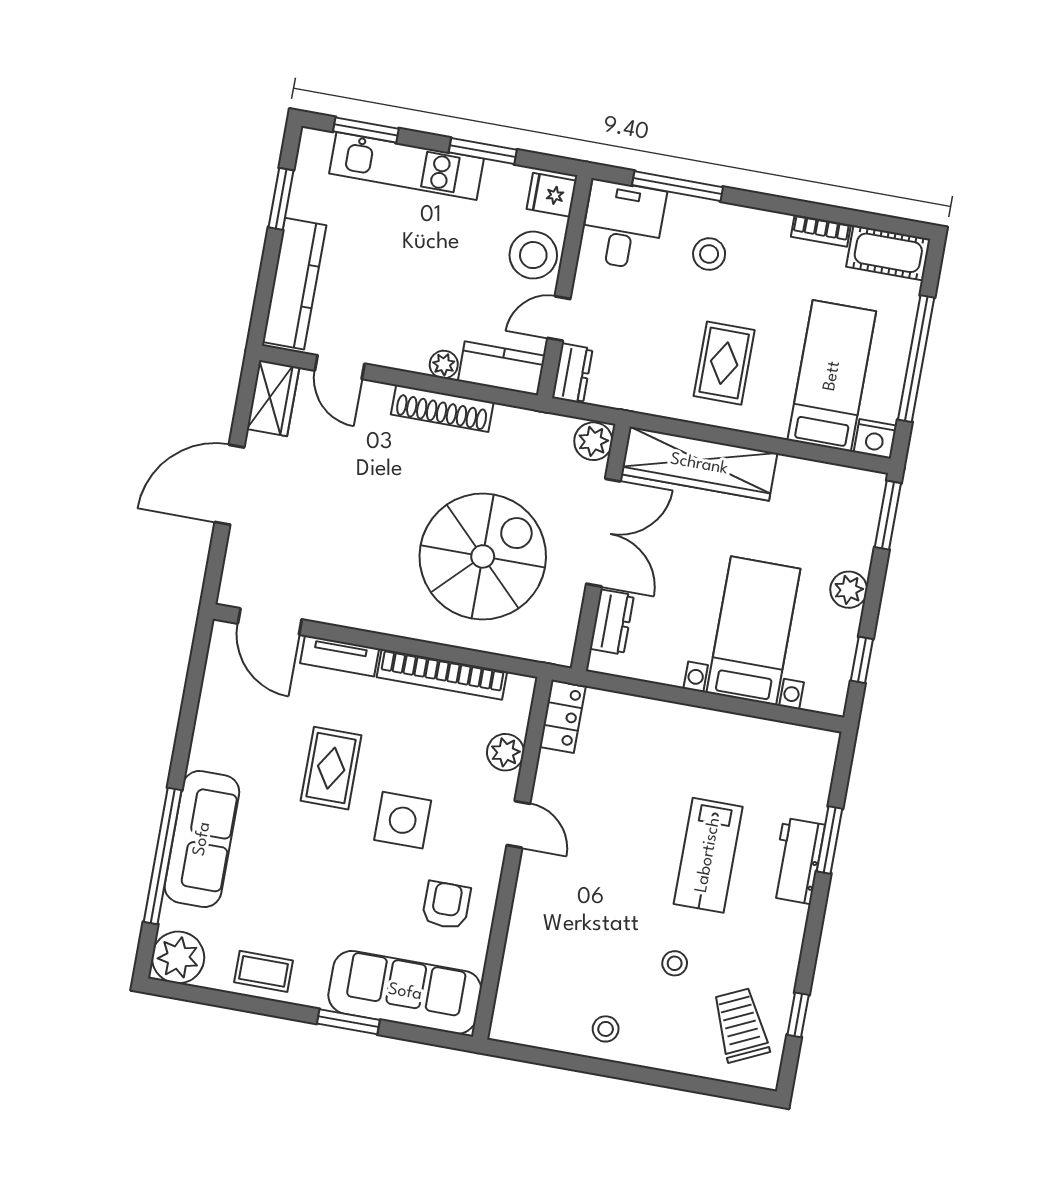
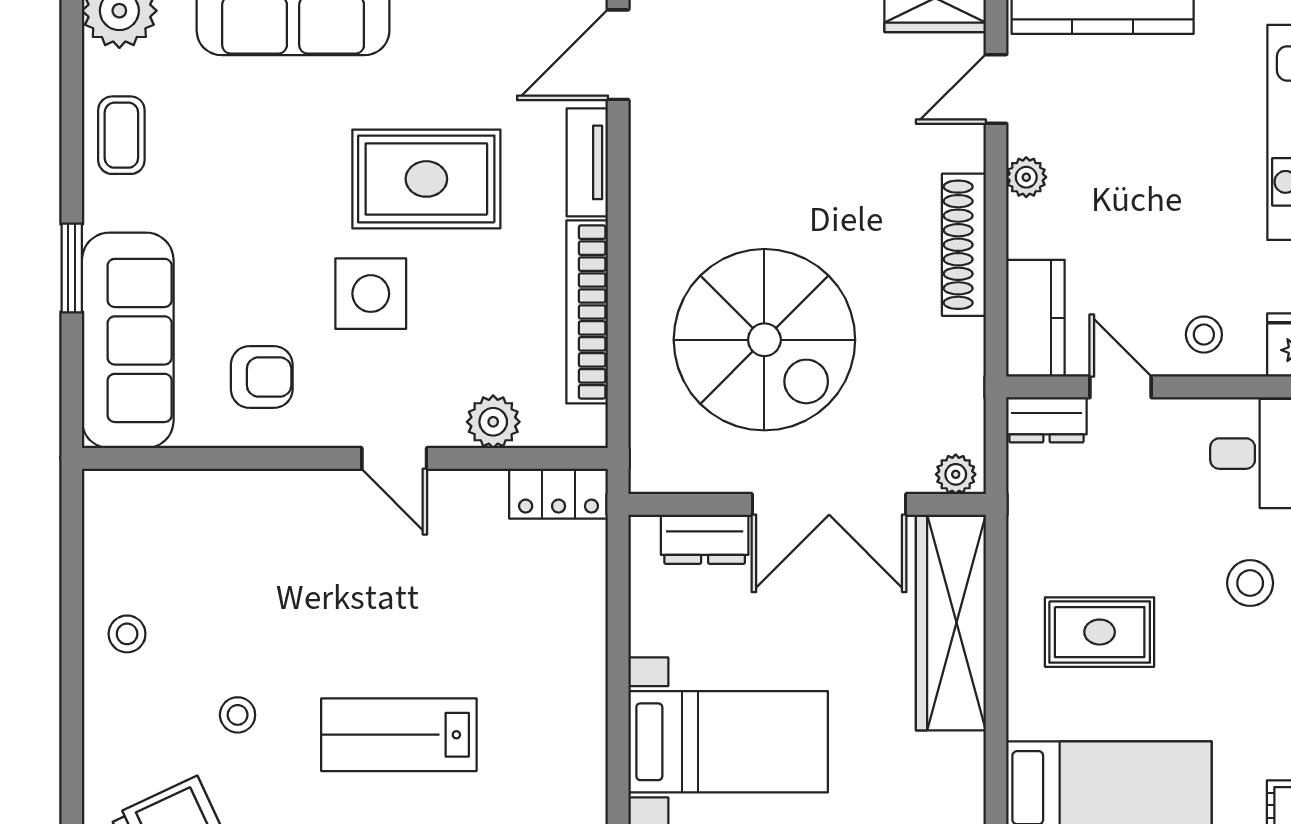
stool: (533, 255) -> (1204, 335), width x0.53, depth x0.53
plant: (444, 364) -> (1026, 177), moved
plant: (593, 441) -> (956, 474), width x0.73, depth x0.73
rug: (331, 768) -> (426, 179), width x1.36, depth x1.43
door: (518, 824) -> (394, 458), hinge flipped

